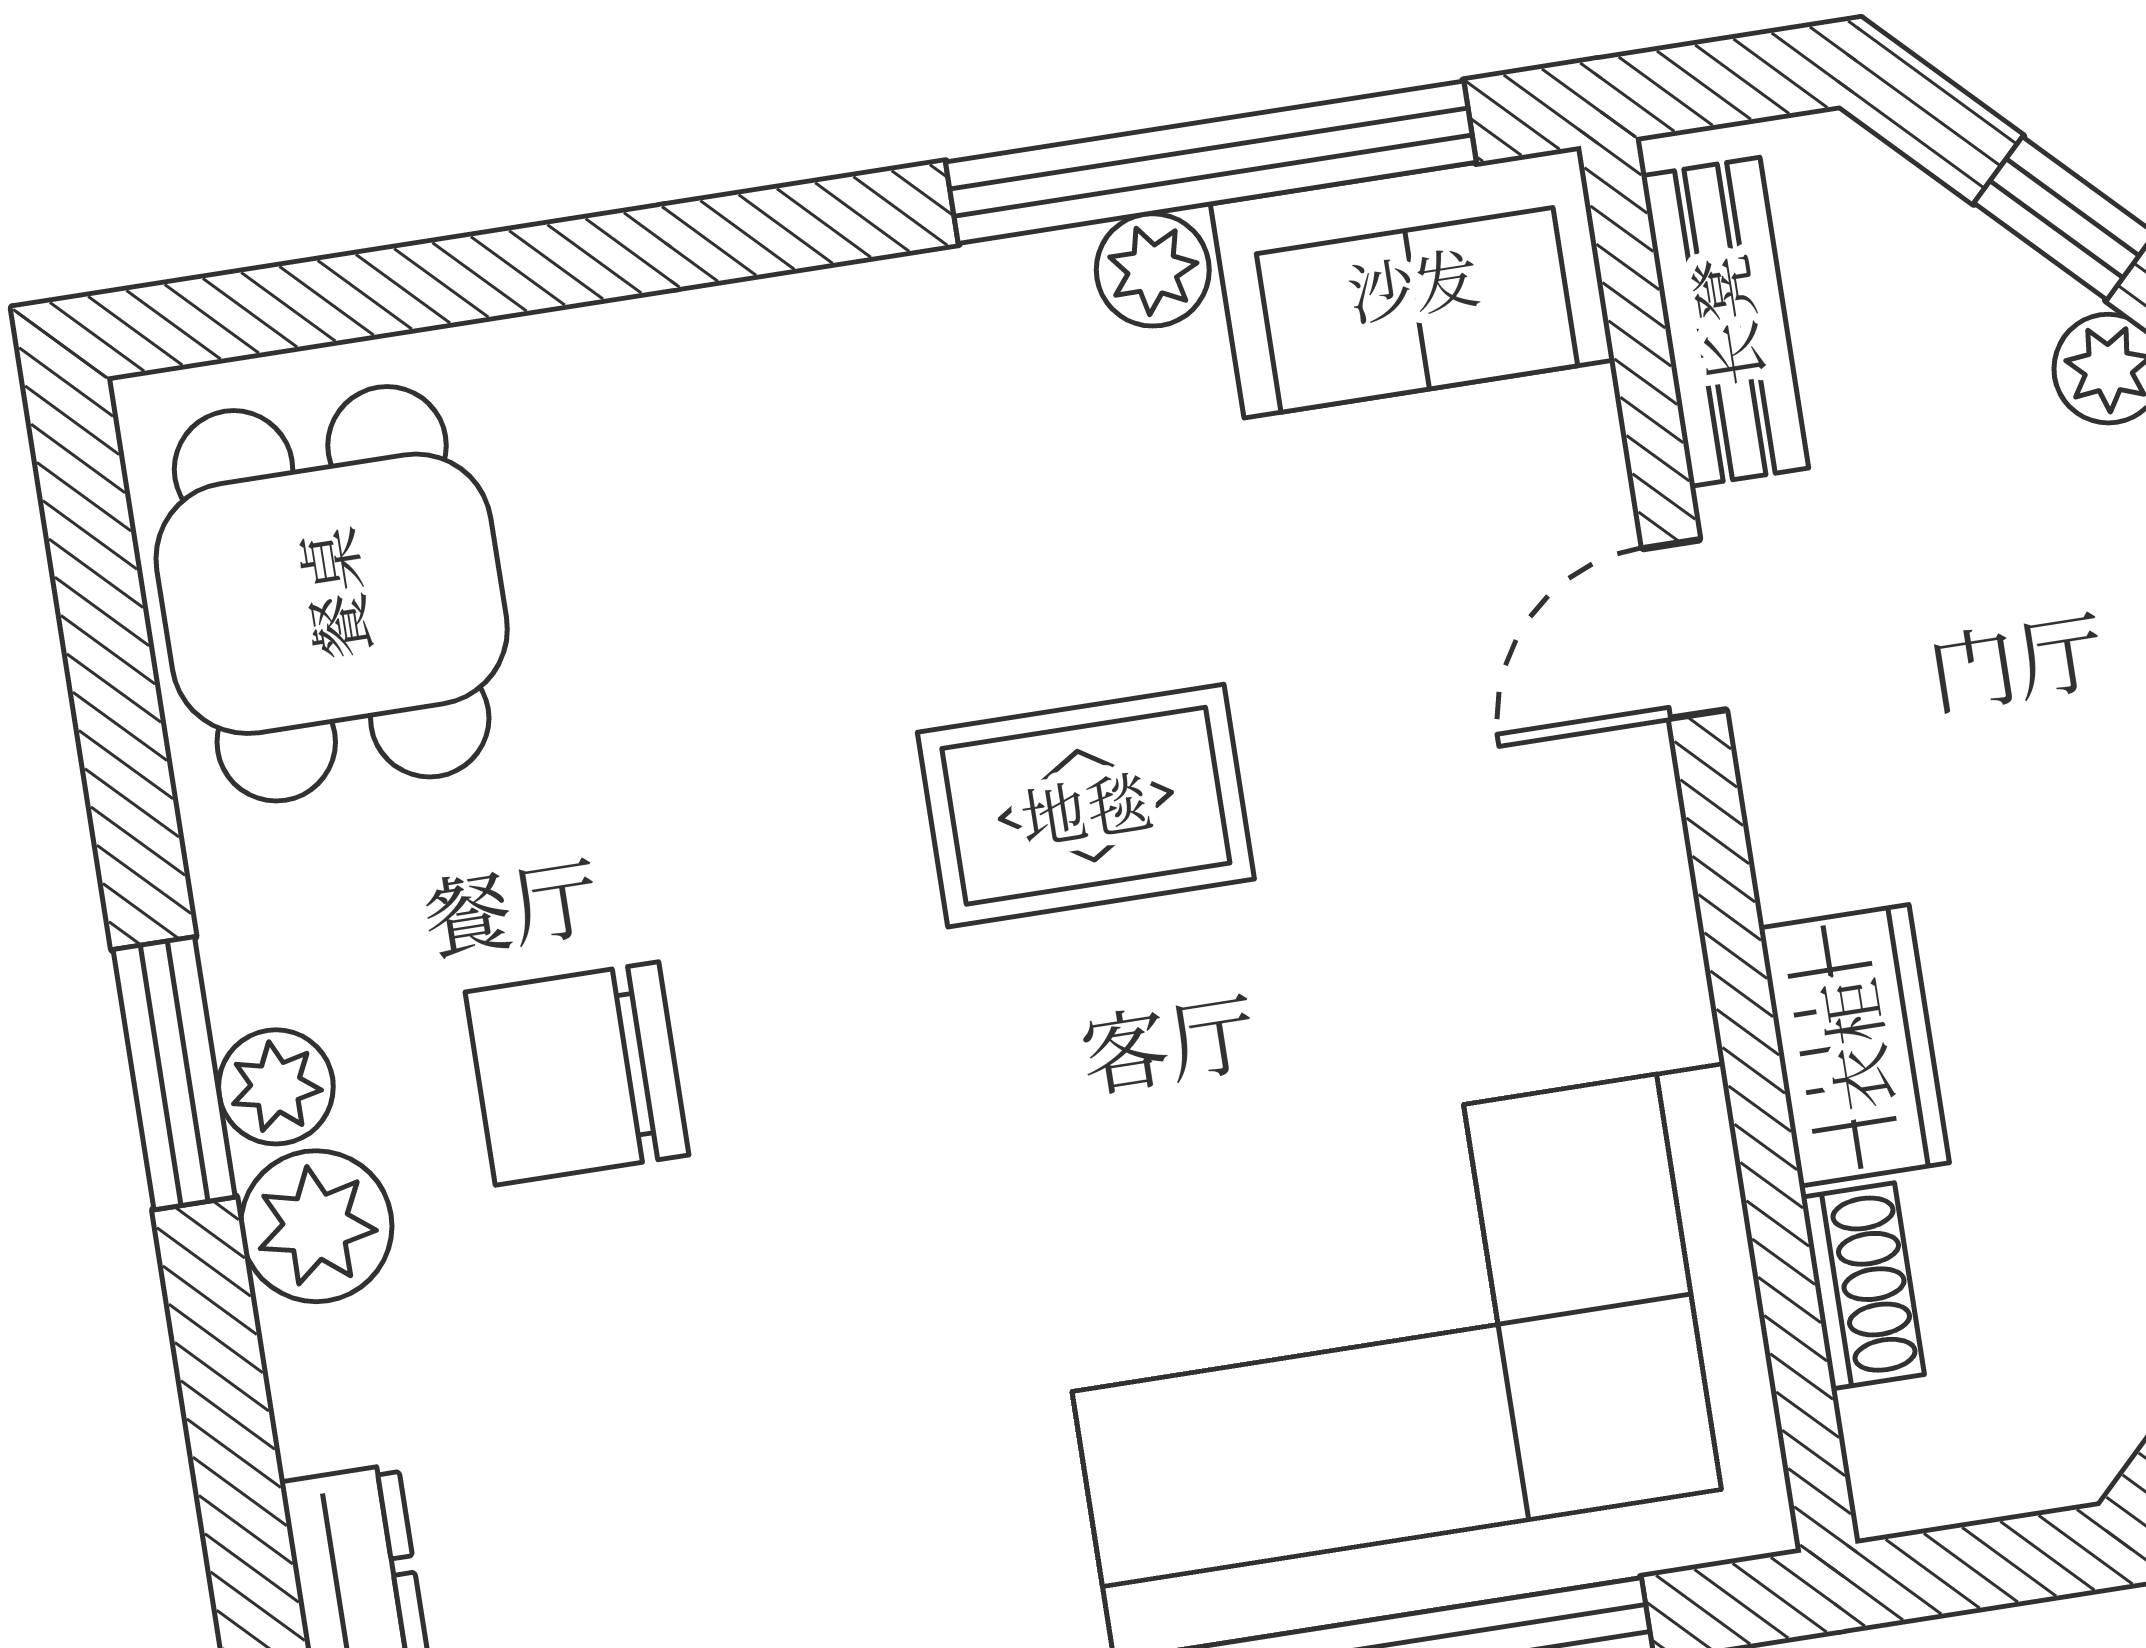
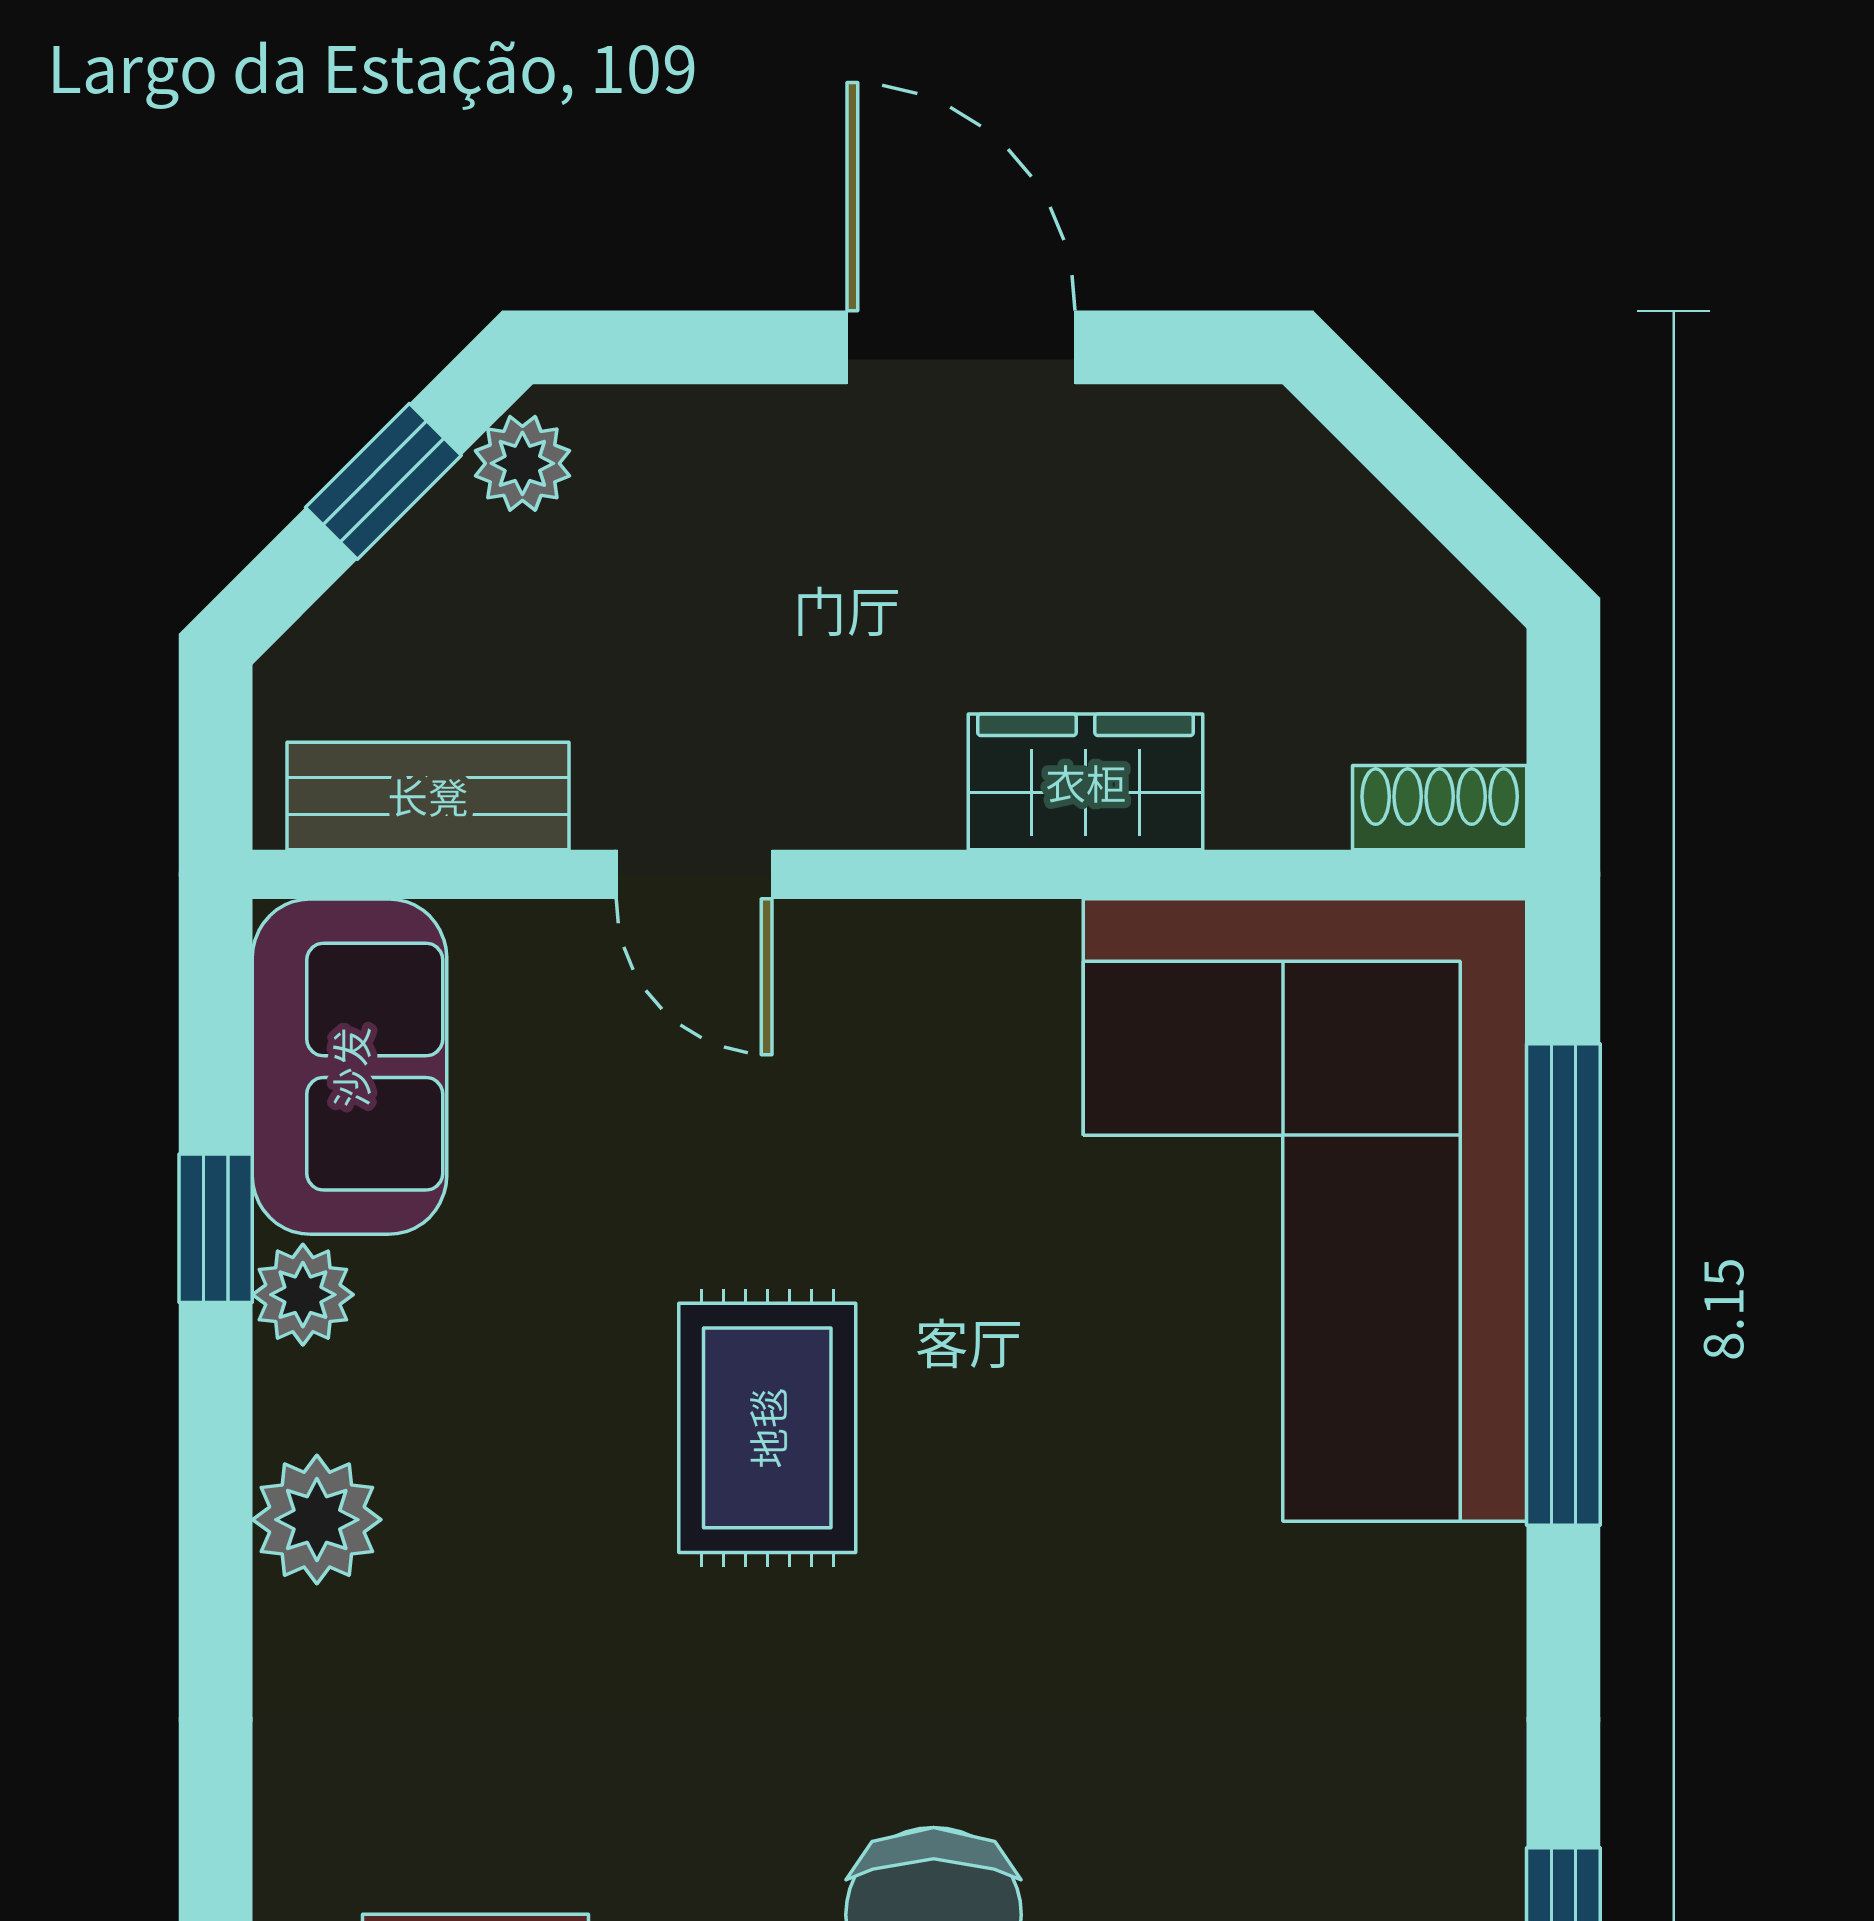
window: (1211, 162) -> (216, 1228), width x0.32
plant: (907, 324) -> (317, 1520), added
shoe rack: (1863, 1286) -> (1440, 808), moved

